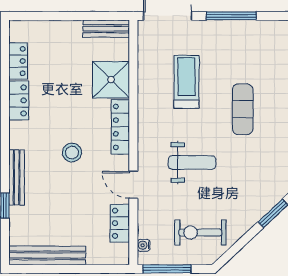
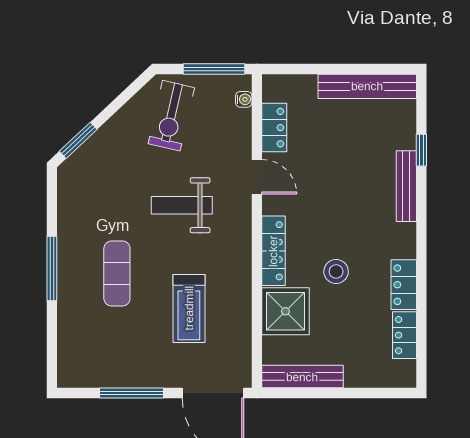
bench: (106, 29) -> (302, 377), width x1.36
stool: (72, 153) -> (336, 271), moved
exercise bike: (200, 233) -> (171, 116), turned 103

